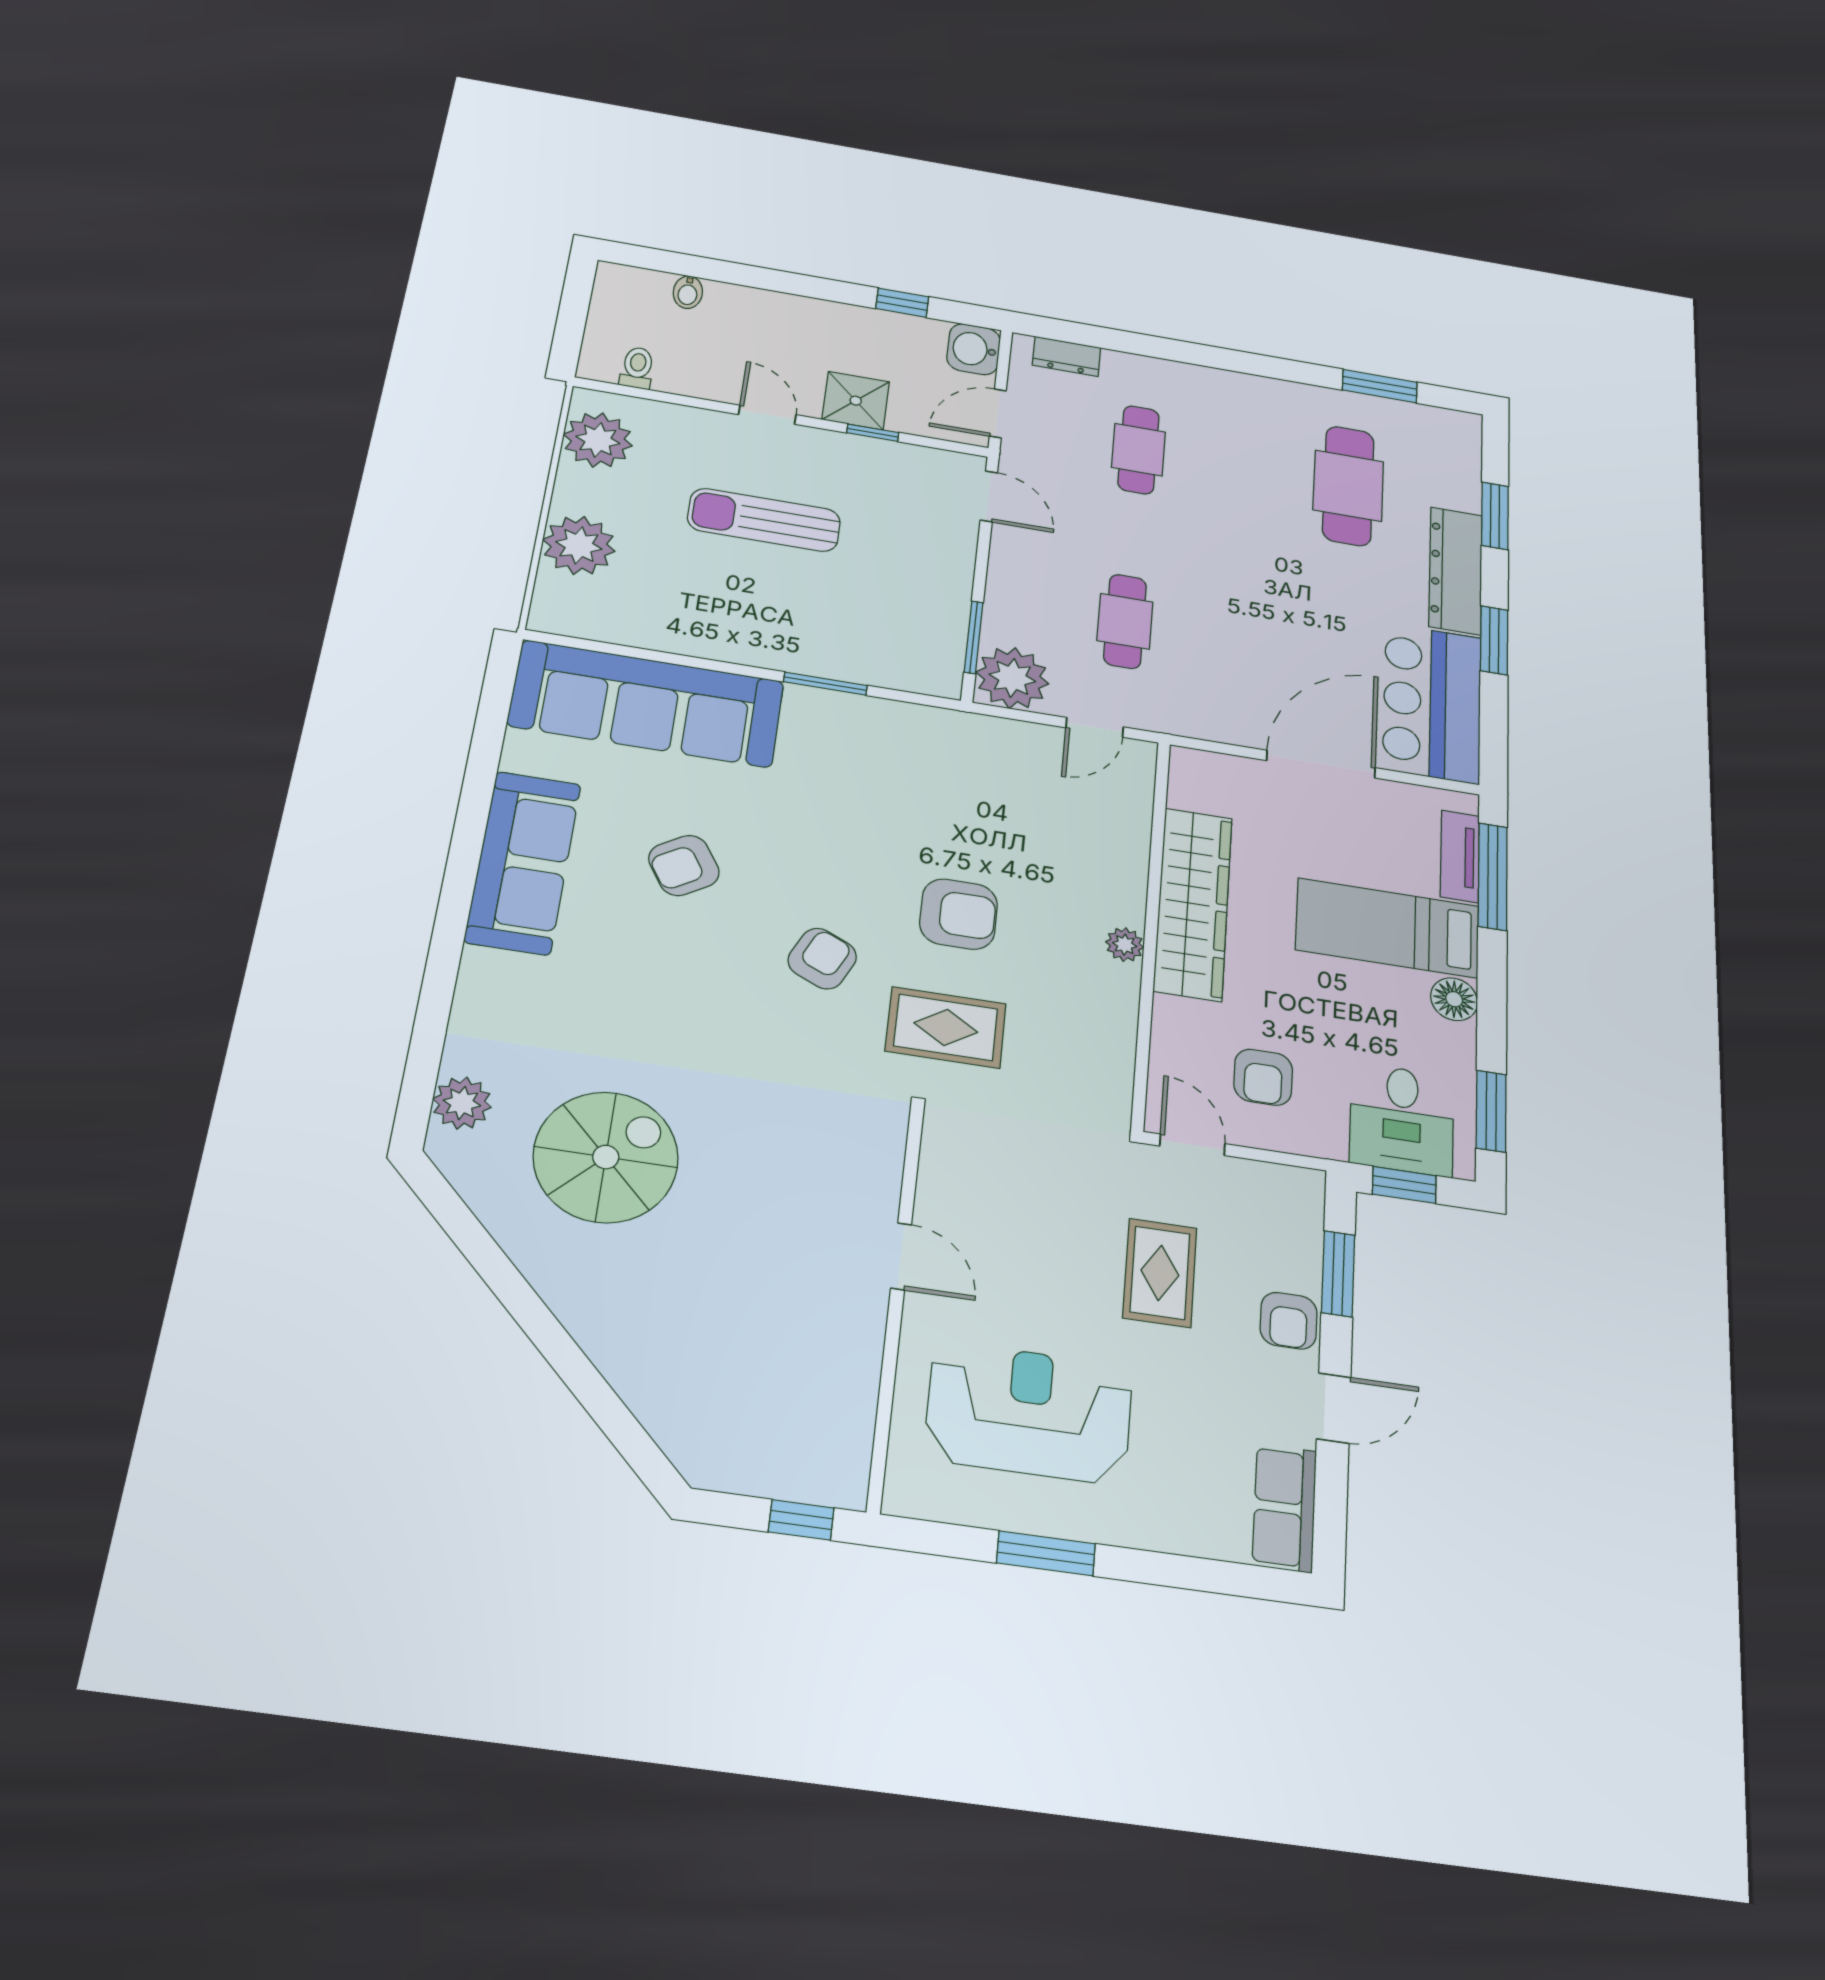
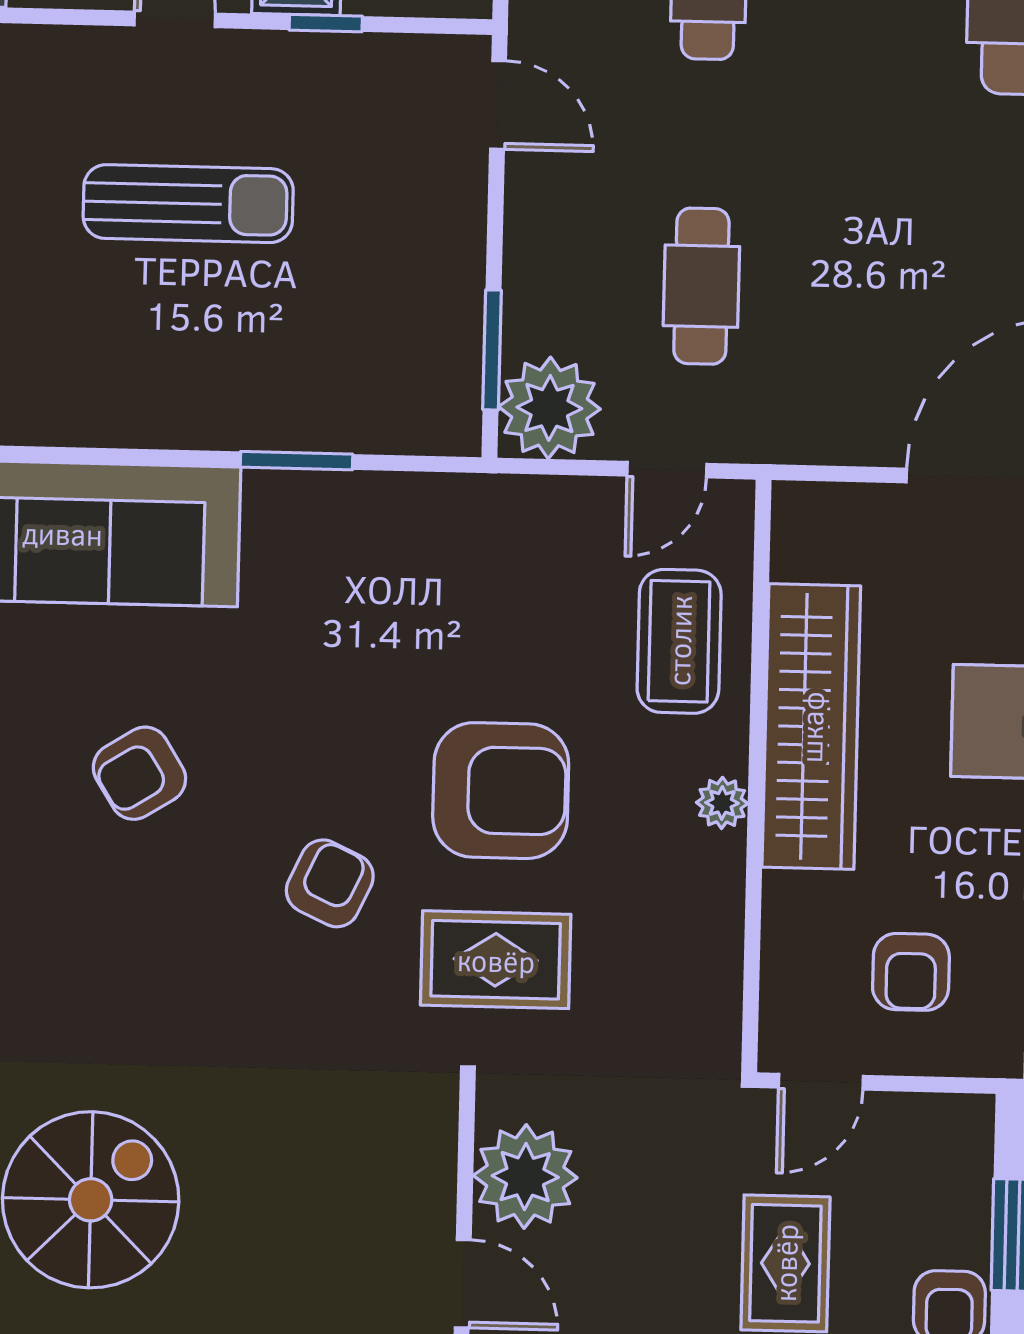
sun lounger: (764, 520) -> (188, 204), turned 180
coffee table: (1098, 836) -> (679, 641), added
armchair: (958, 914) -> (501, 791), width x1.36, depth x1.36
door: (1192, 1145) -> (821, 1082), swing flipped
plant: (957, 1184) -> (525, 1177), added

